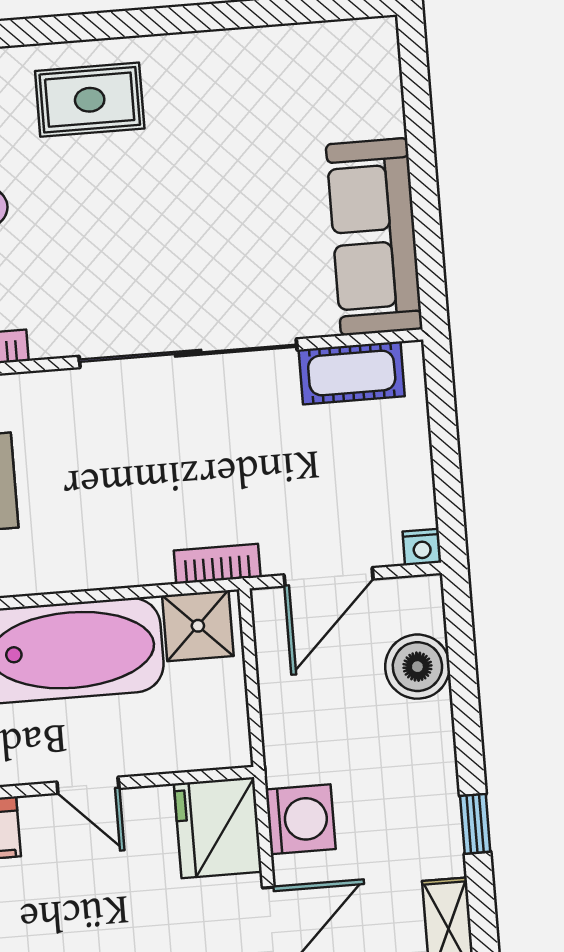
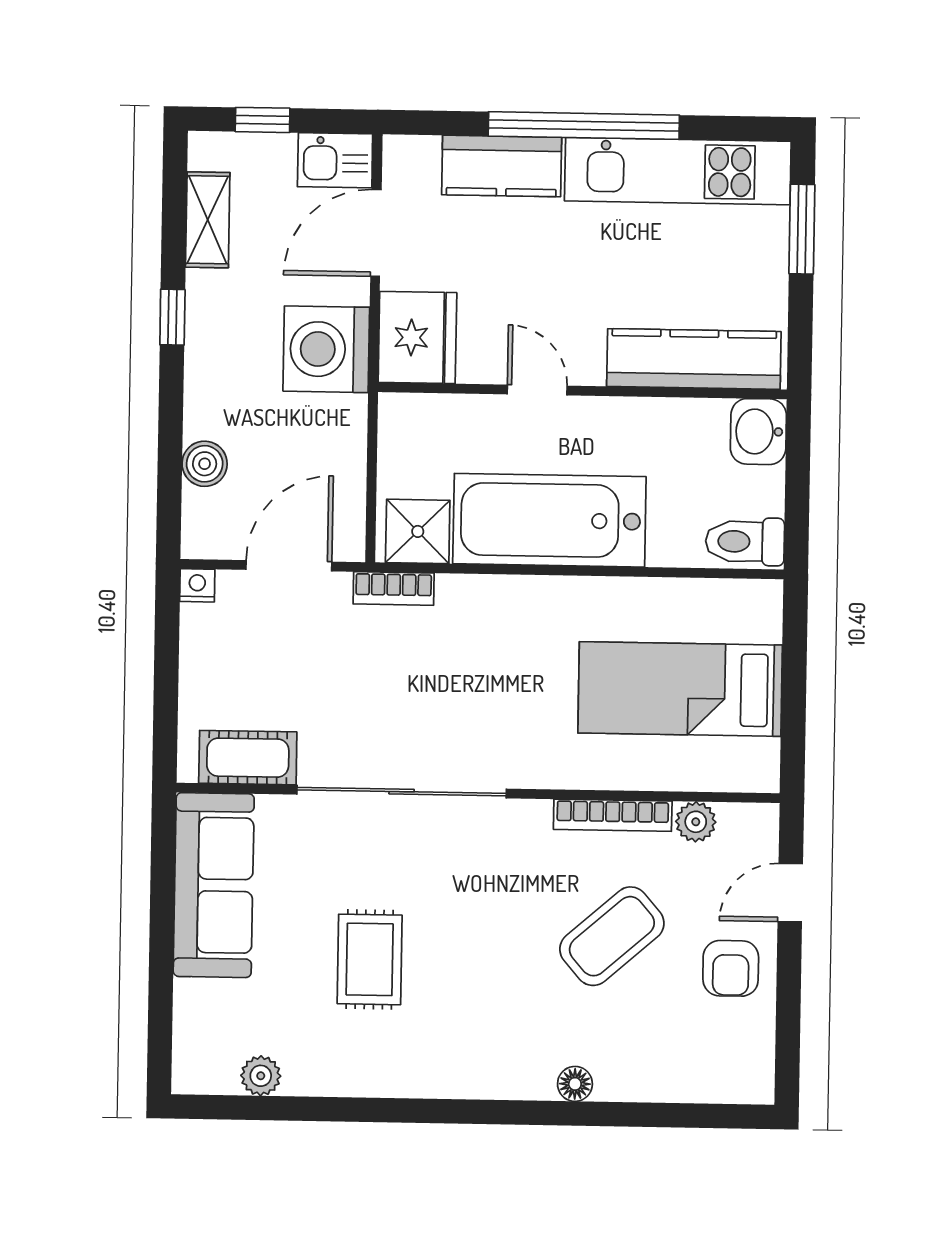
plant: (306, 43) -> (261, 1076), added
rug: (90, 100) -> (370, 959), moved, turned 90
boiler: (417, 667) -> (205, 464), width x0.73, depth x0.73
washing machine: (301, 819) -> (326, 349), width x1.37, depth x1.37

